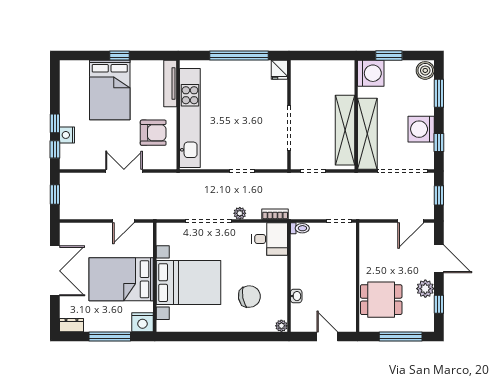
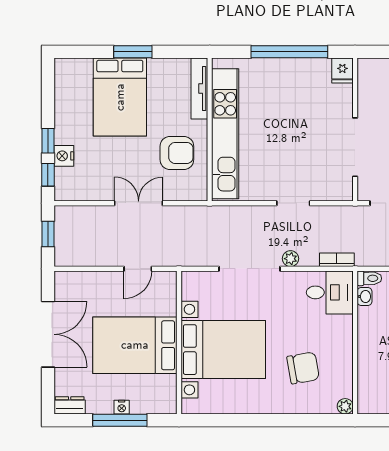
window: (120, 56) -> (133, 52), width x1.50
washbasin: (296, 296) -> (365, 297), moved
nightstand: (143, 322) -> (122, 407), moved, width x0.53, depth x0.56

